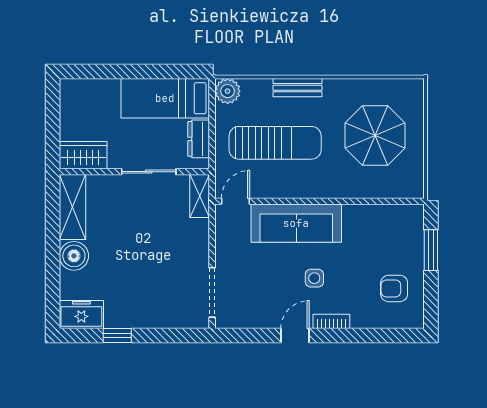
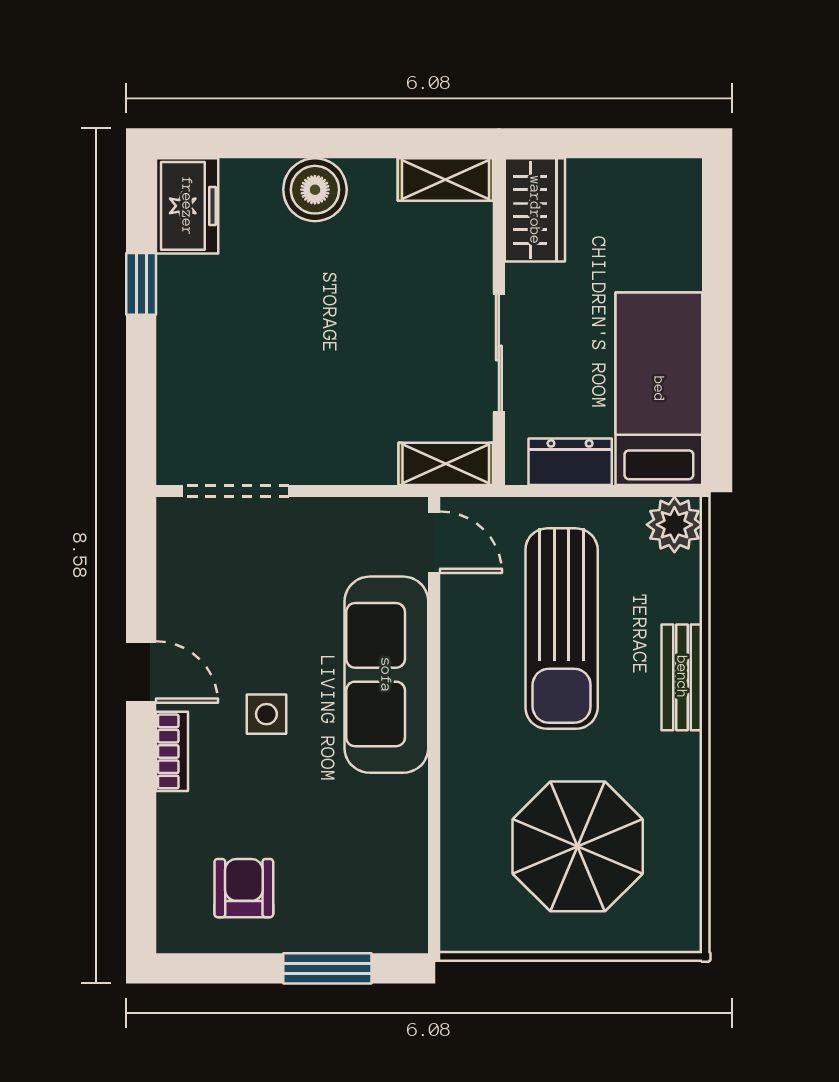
shelving: (73, 207) -> (445, 180), width x0.67, depth x0.75

